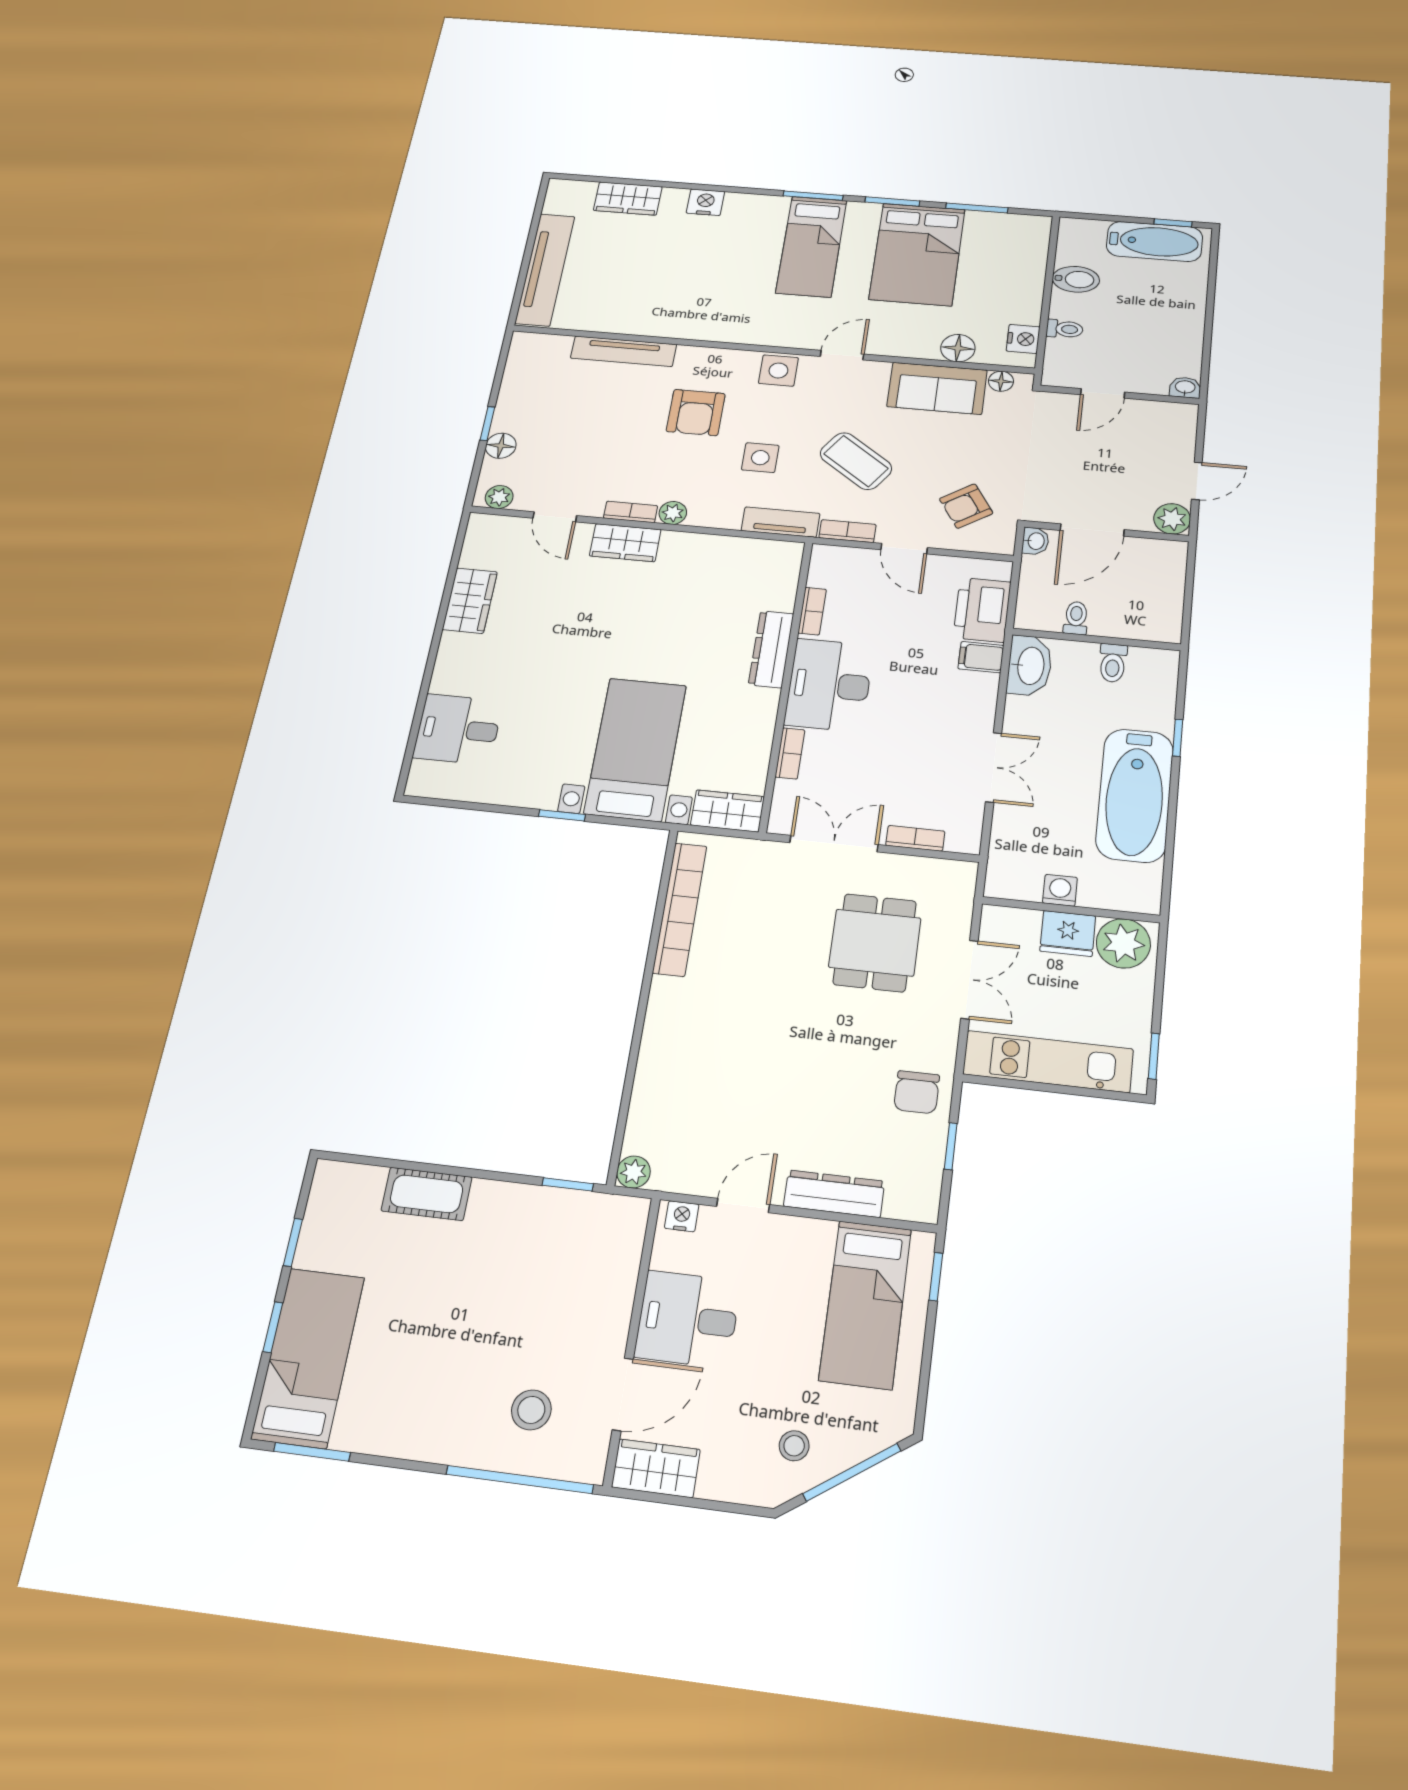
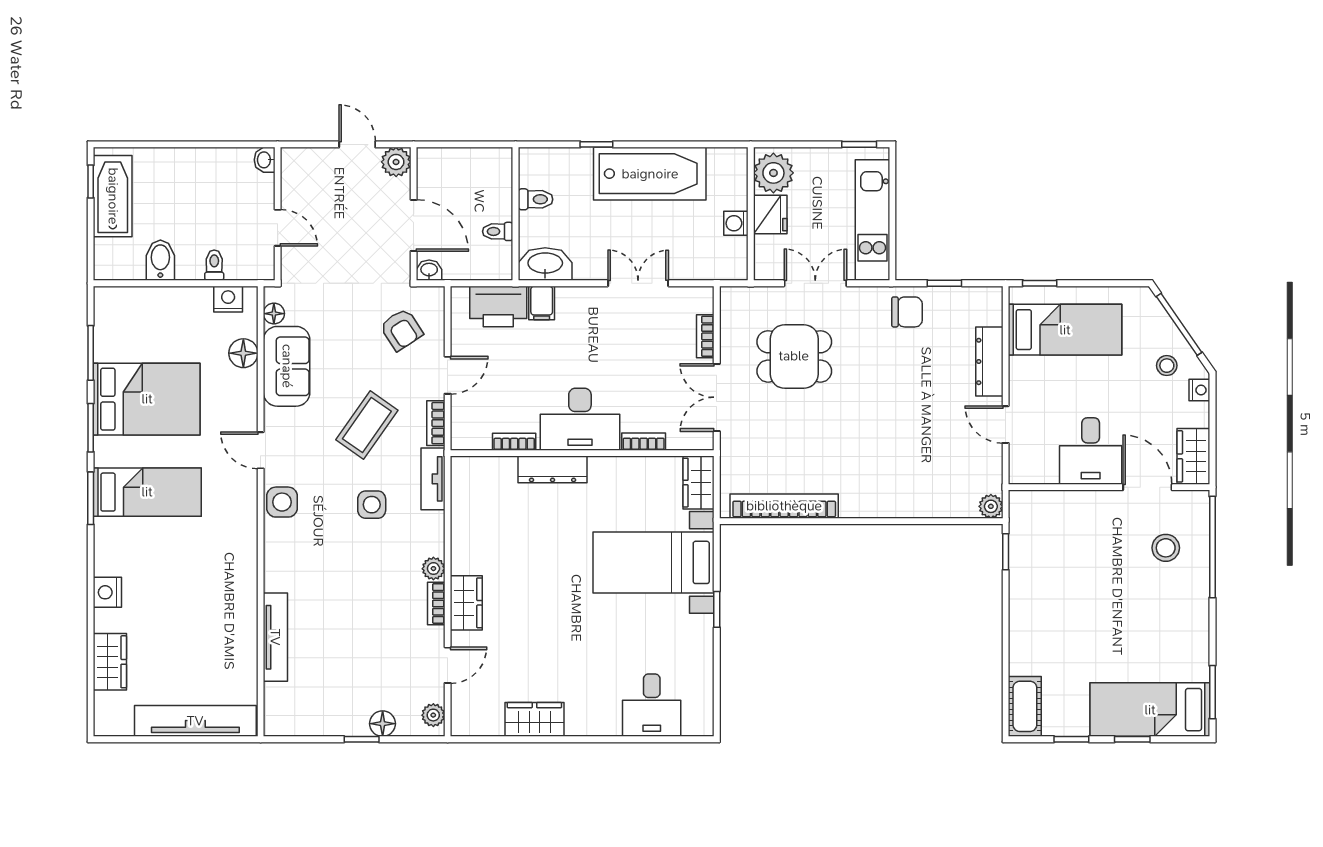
armchair: (696, 413) -> (332, 565), removed
cot: (427, 1194) -> (1025, 706), moved
nightstand: (682, 1216) -> (1199, 390), moved, turned 180

